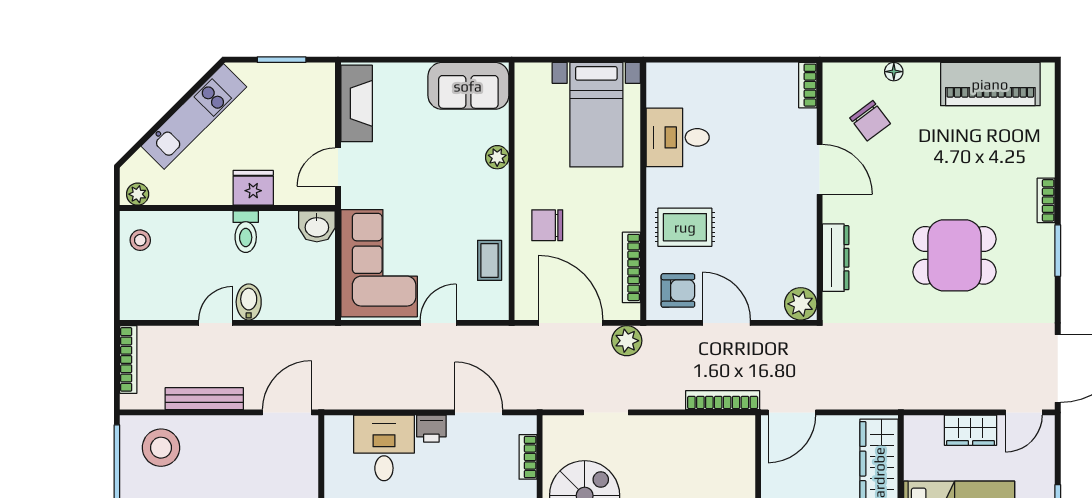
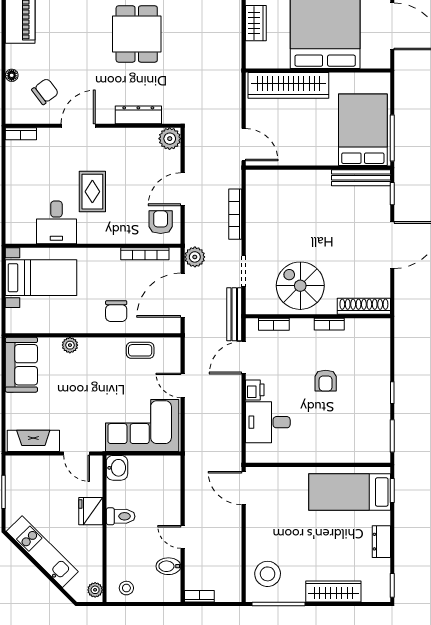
rug: (685, 227) -> (92, 192), moved
bidet: (249, 302) -> (168, 566), moved
bookcase: (128, 359) -> (199, 596), width x0.64
bench: (204, 399) -> (234, 314), moved
bookcase: (723, 400) -> (235, 214), moved

